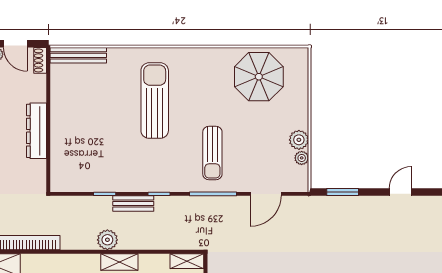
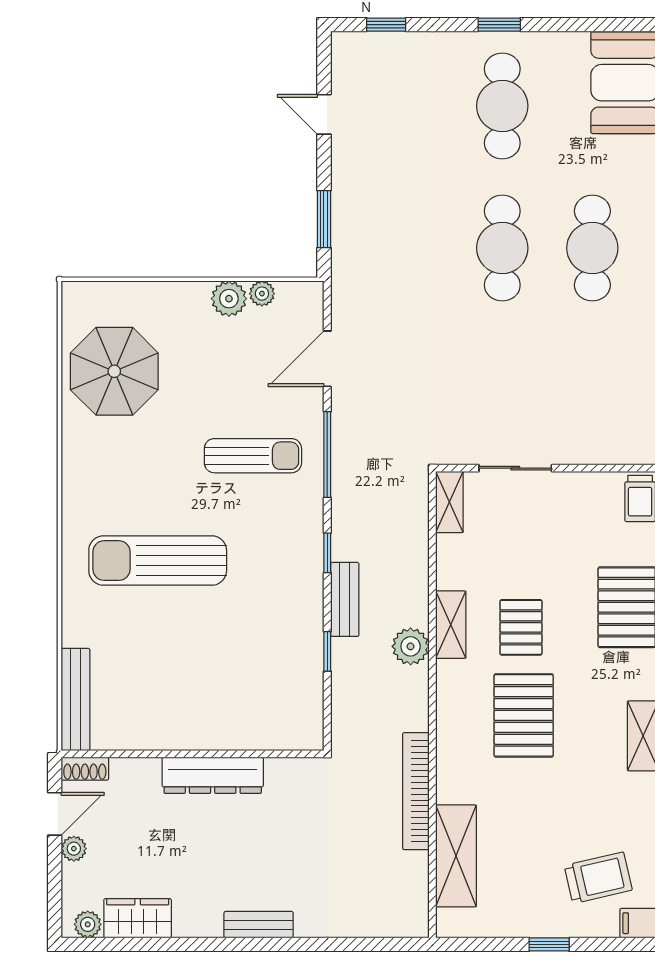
door: (266, 194) -> (327, 359), swing flipped

